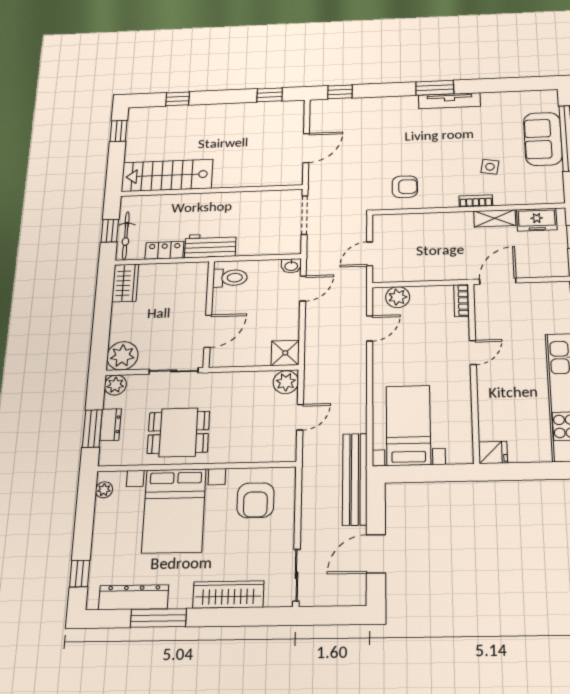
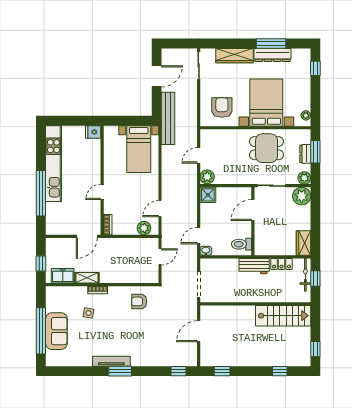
dresser: (134, 597) -> (273, 55), moved

